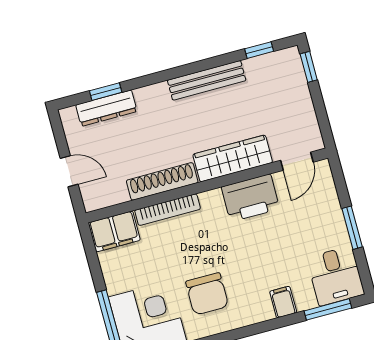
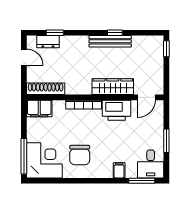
window: (259, 50) -> (115, 33), moved
dresser: (106, 108) -> (48, 42), width x0.70
door: (69, 171) -> (24, 57), moved
shoe rack: (162, 181) -> (46, 89), moved
bookcase: (168, 210) -> (84, 105), moved

